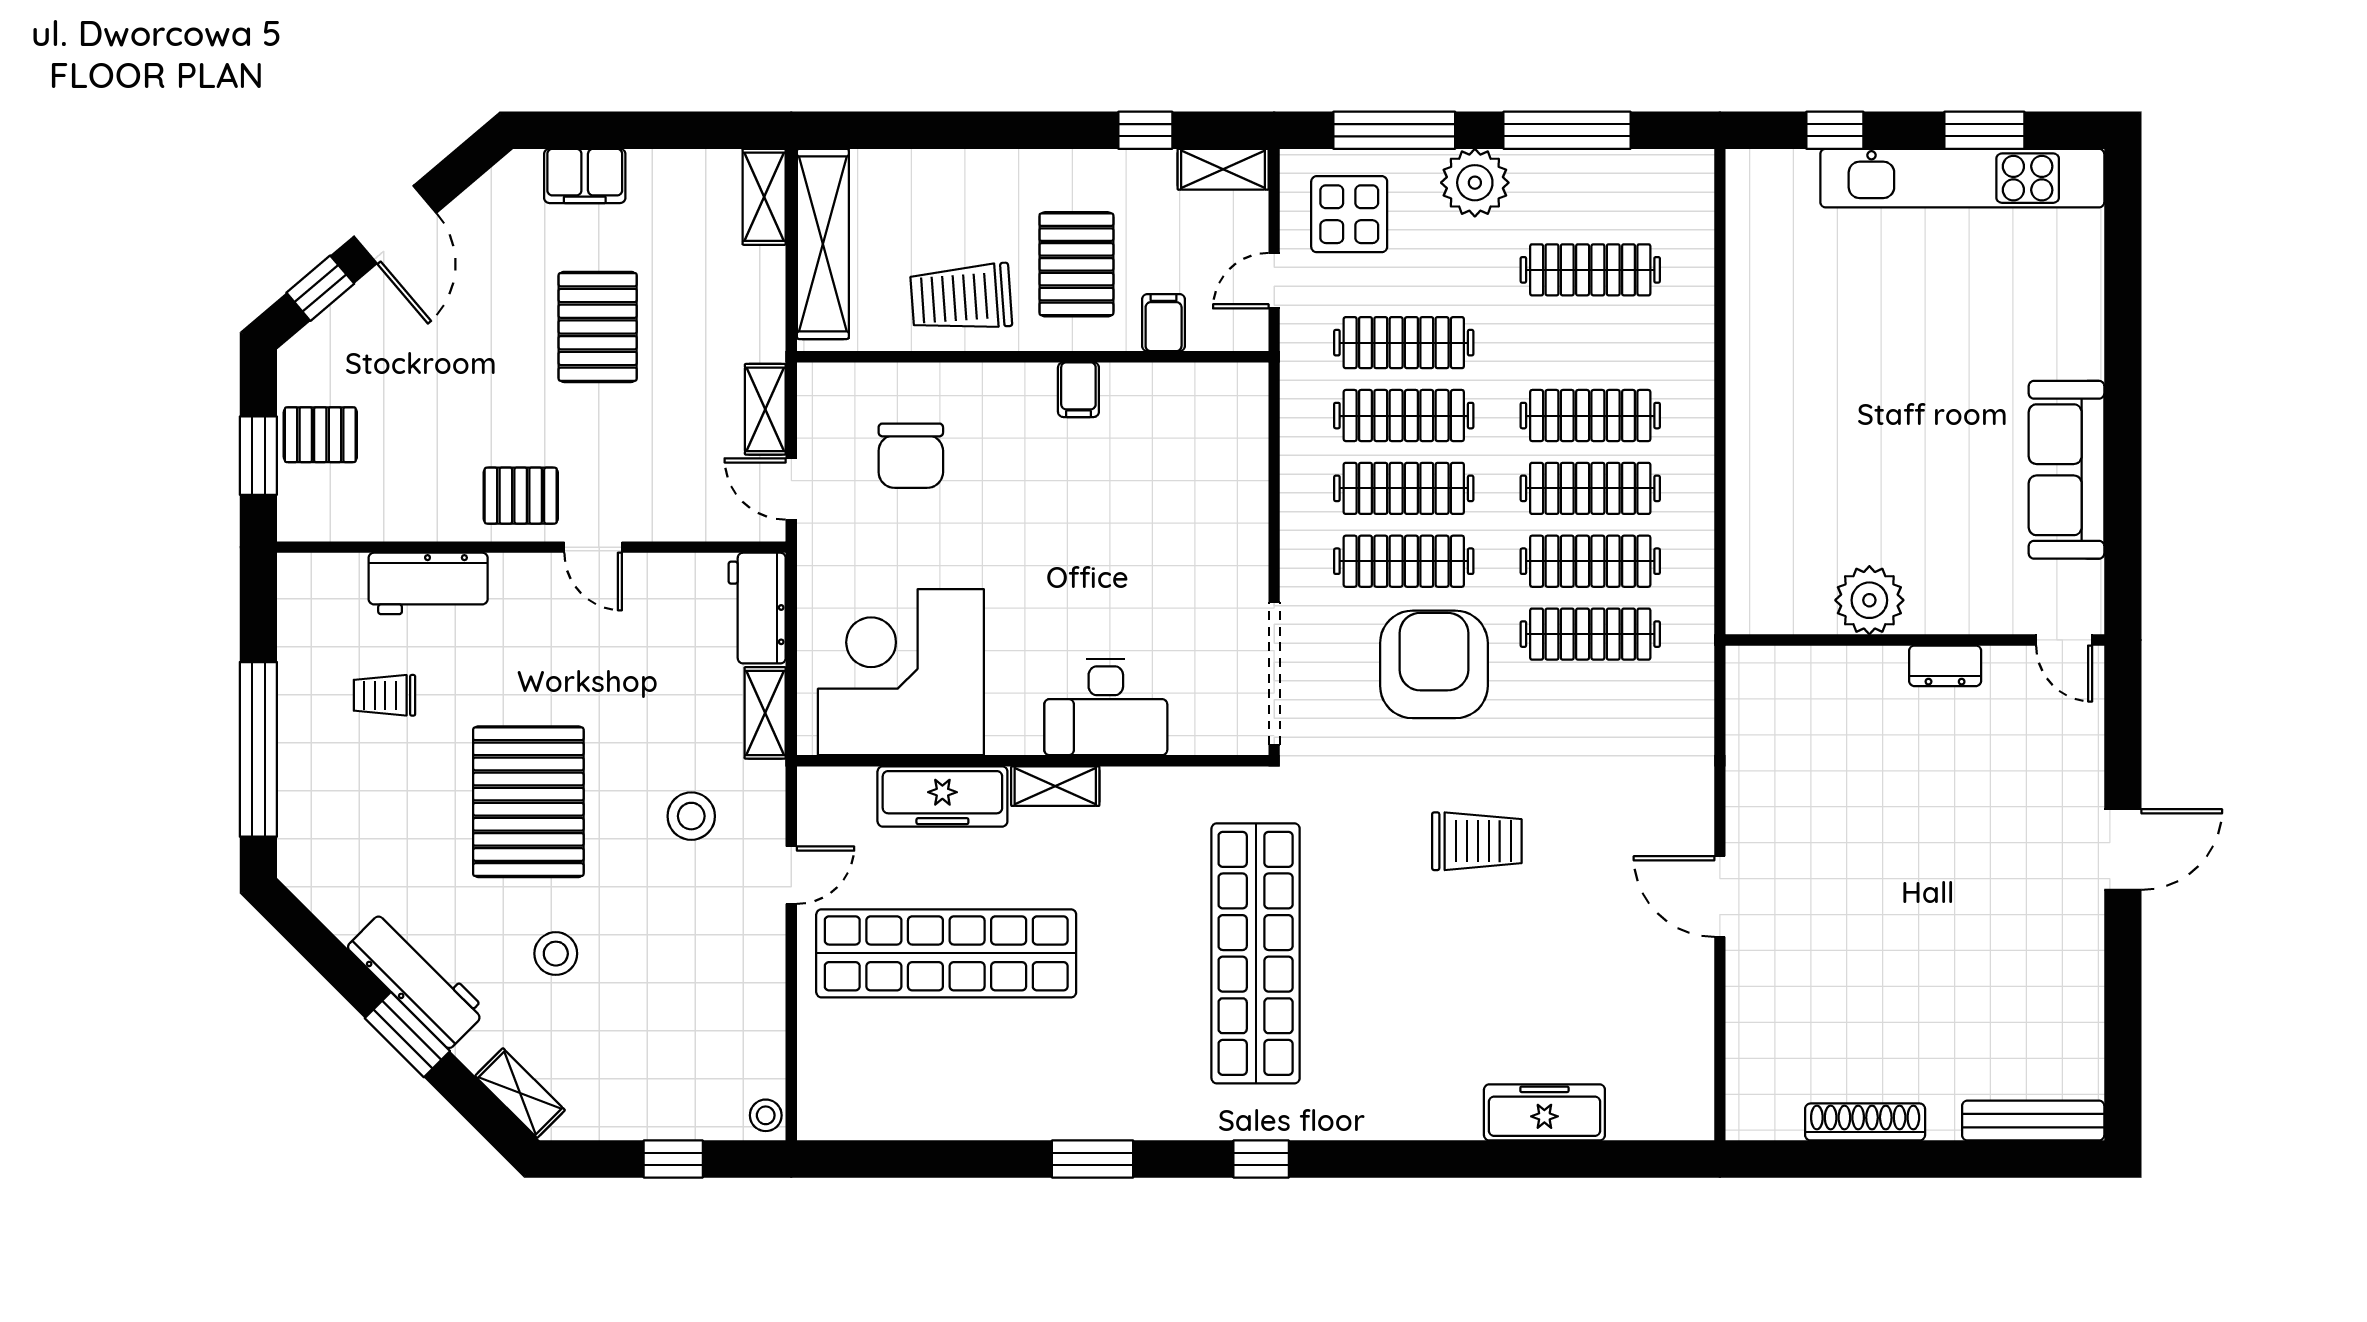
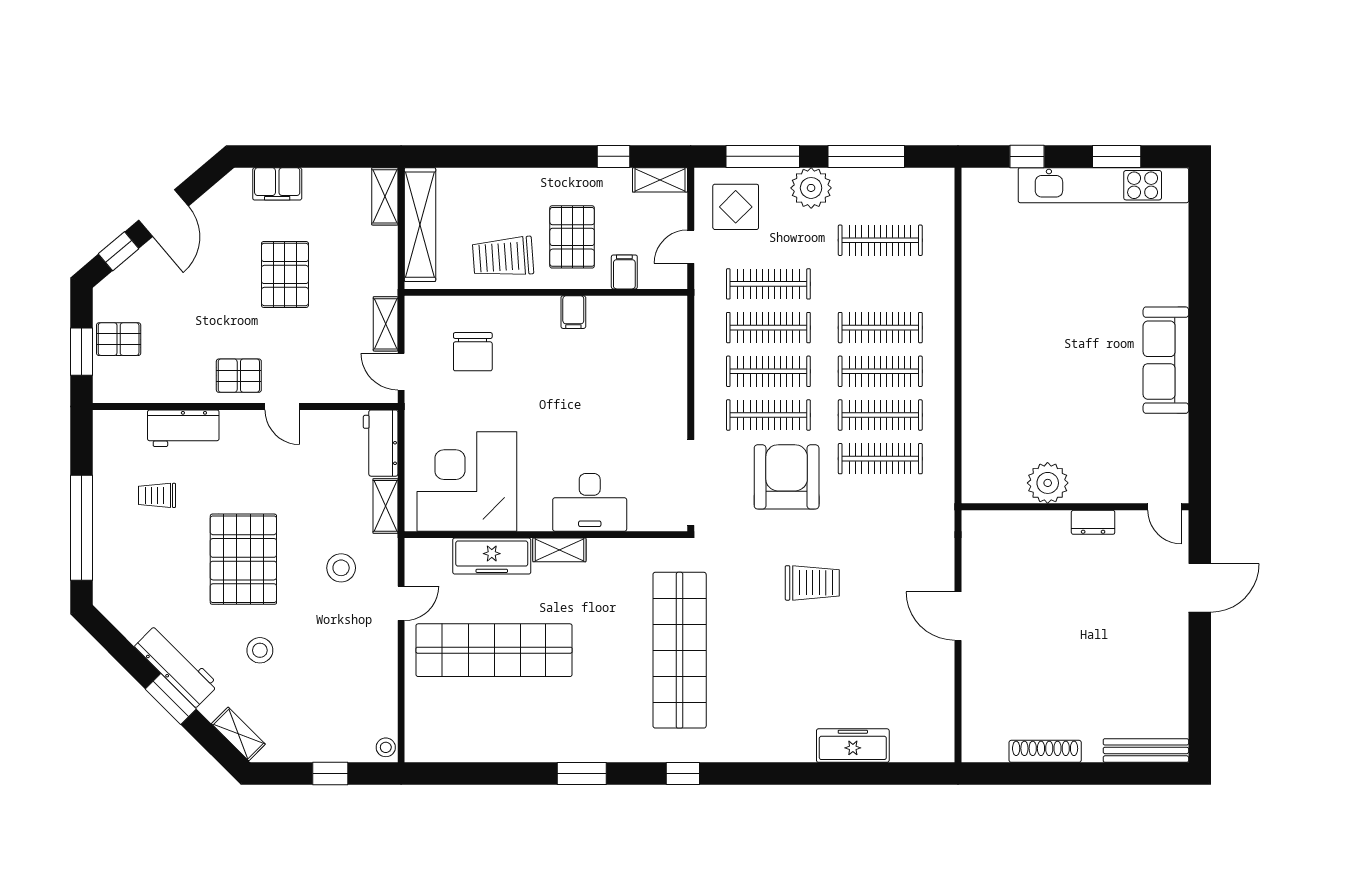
plant: (1869, 600) -> (1048, 483), moved
wall: (1915, 640) -> (1075, 507), moved
door: (2064, 640) -> (1164, 507), moved
dresser: (1945, 666) -> (1093, 522), moved

